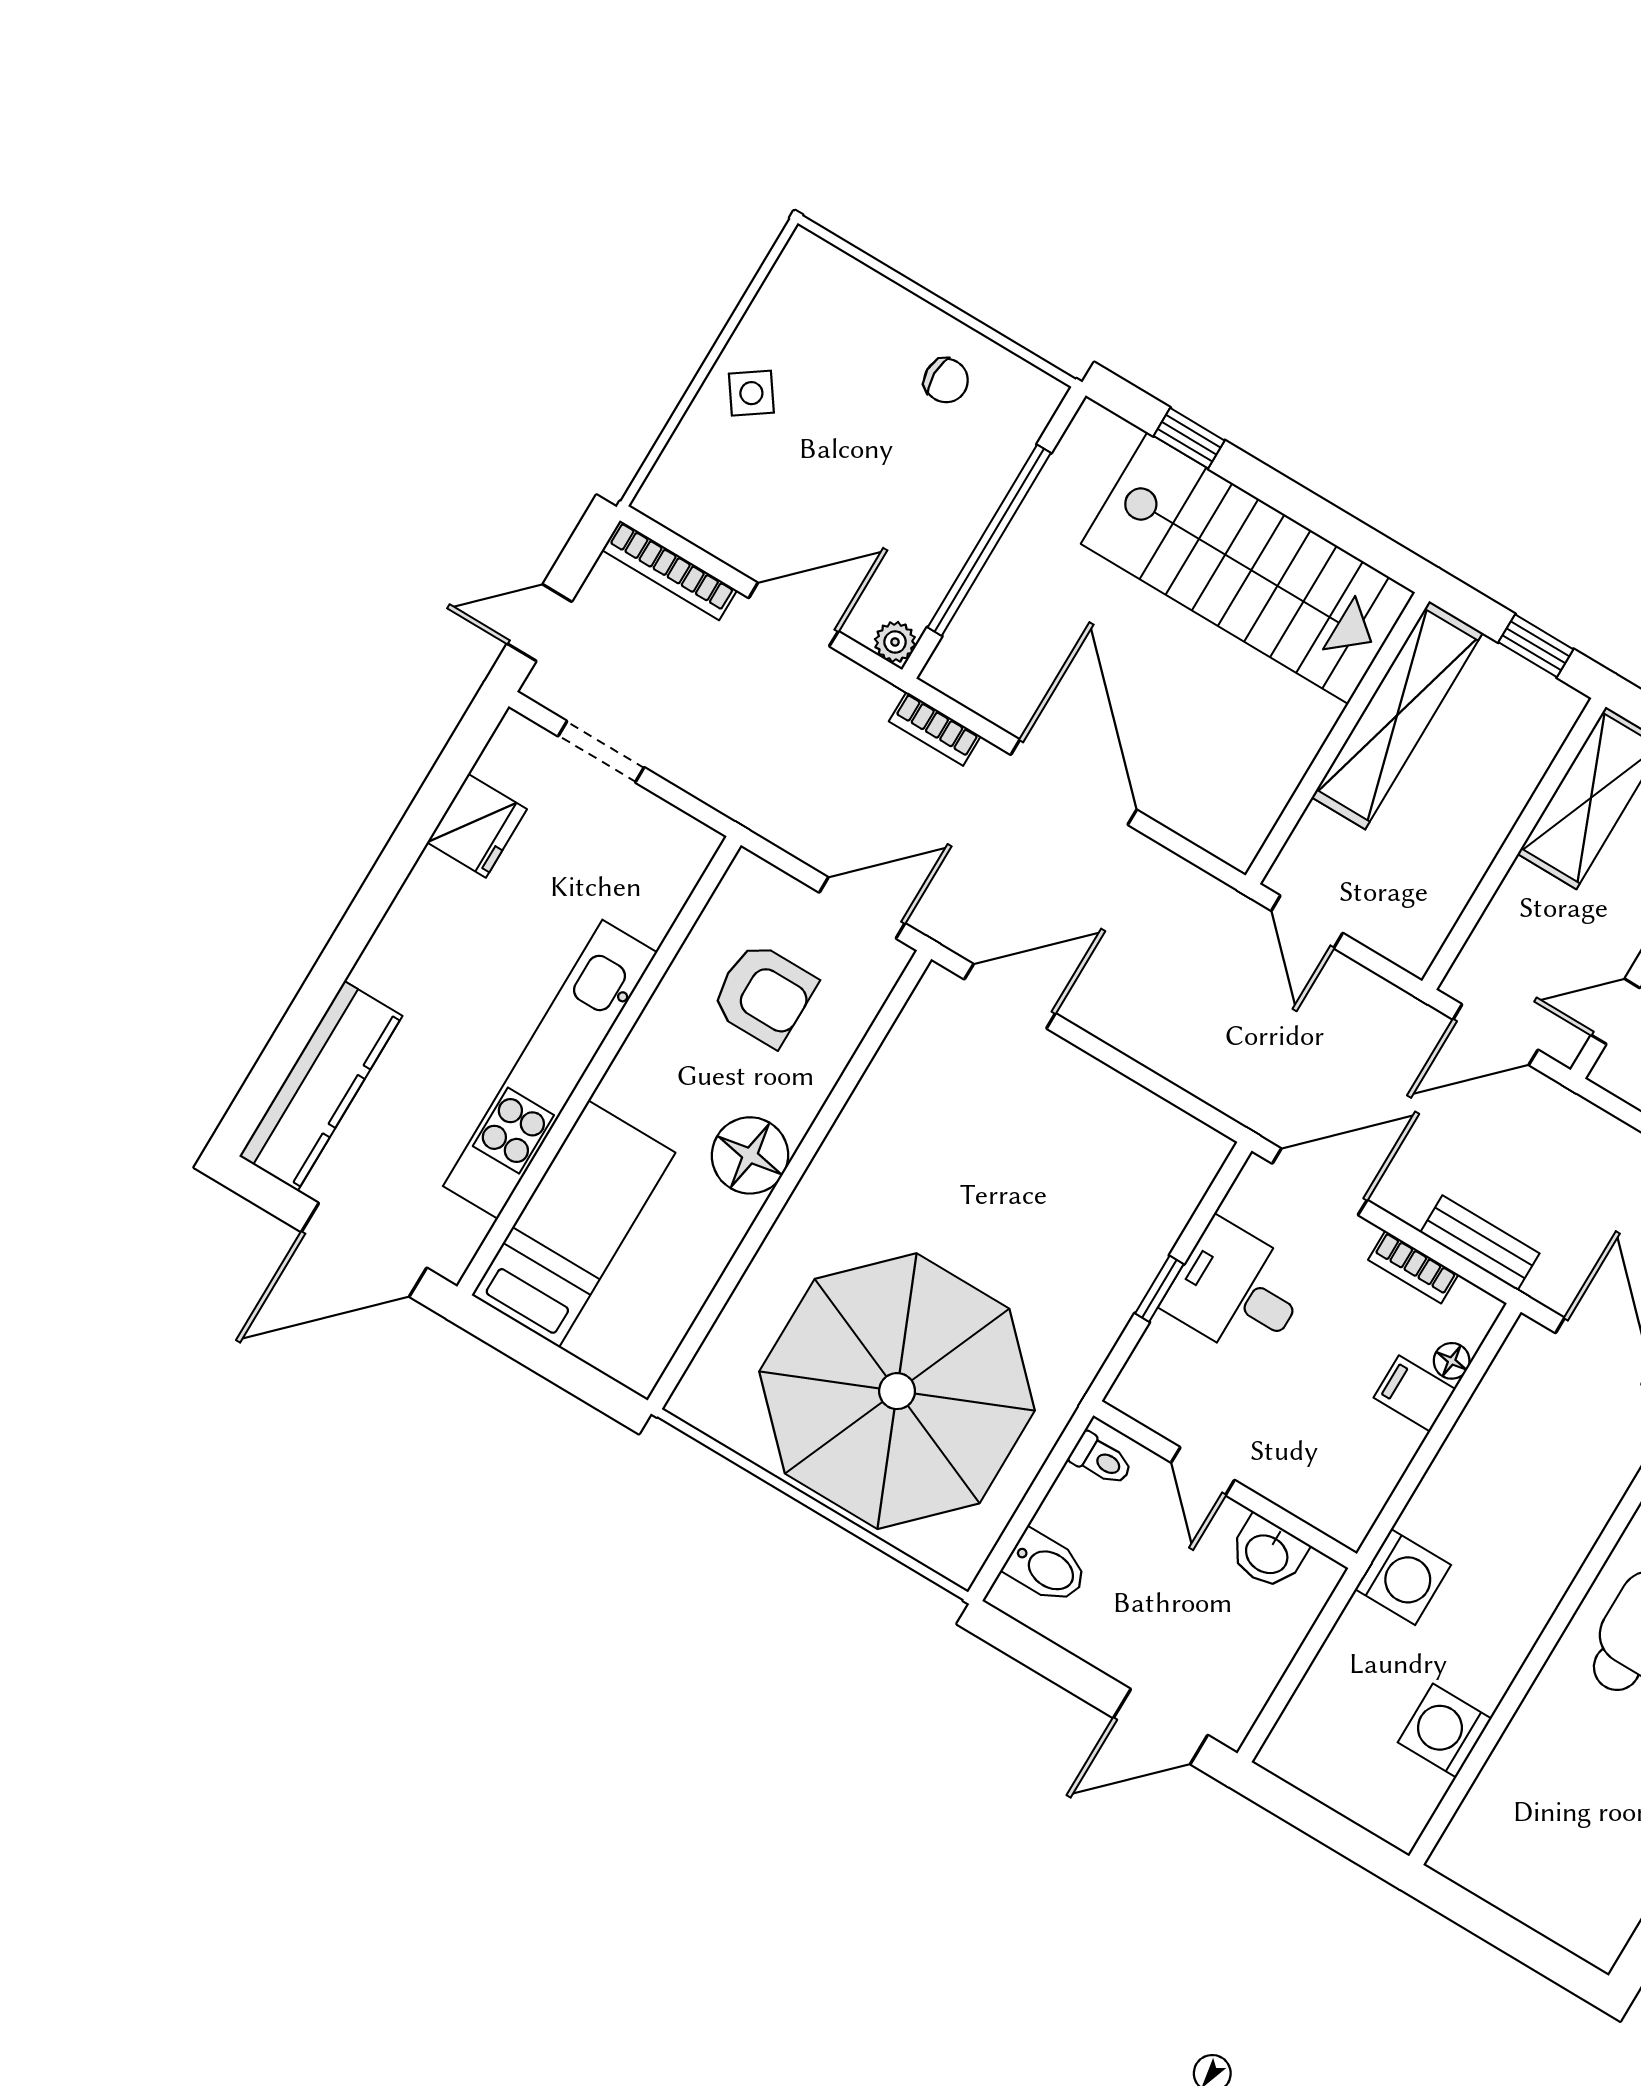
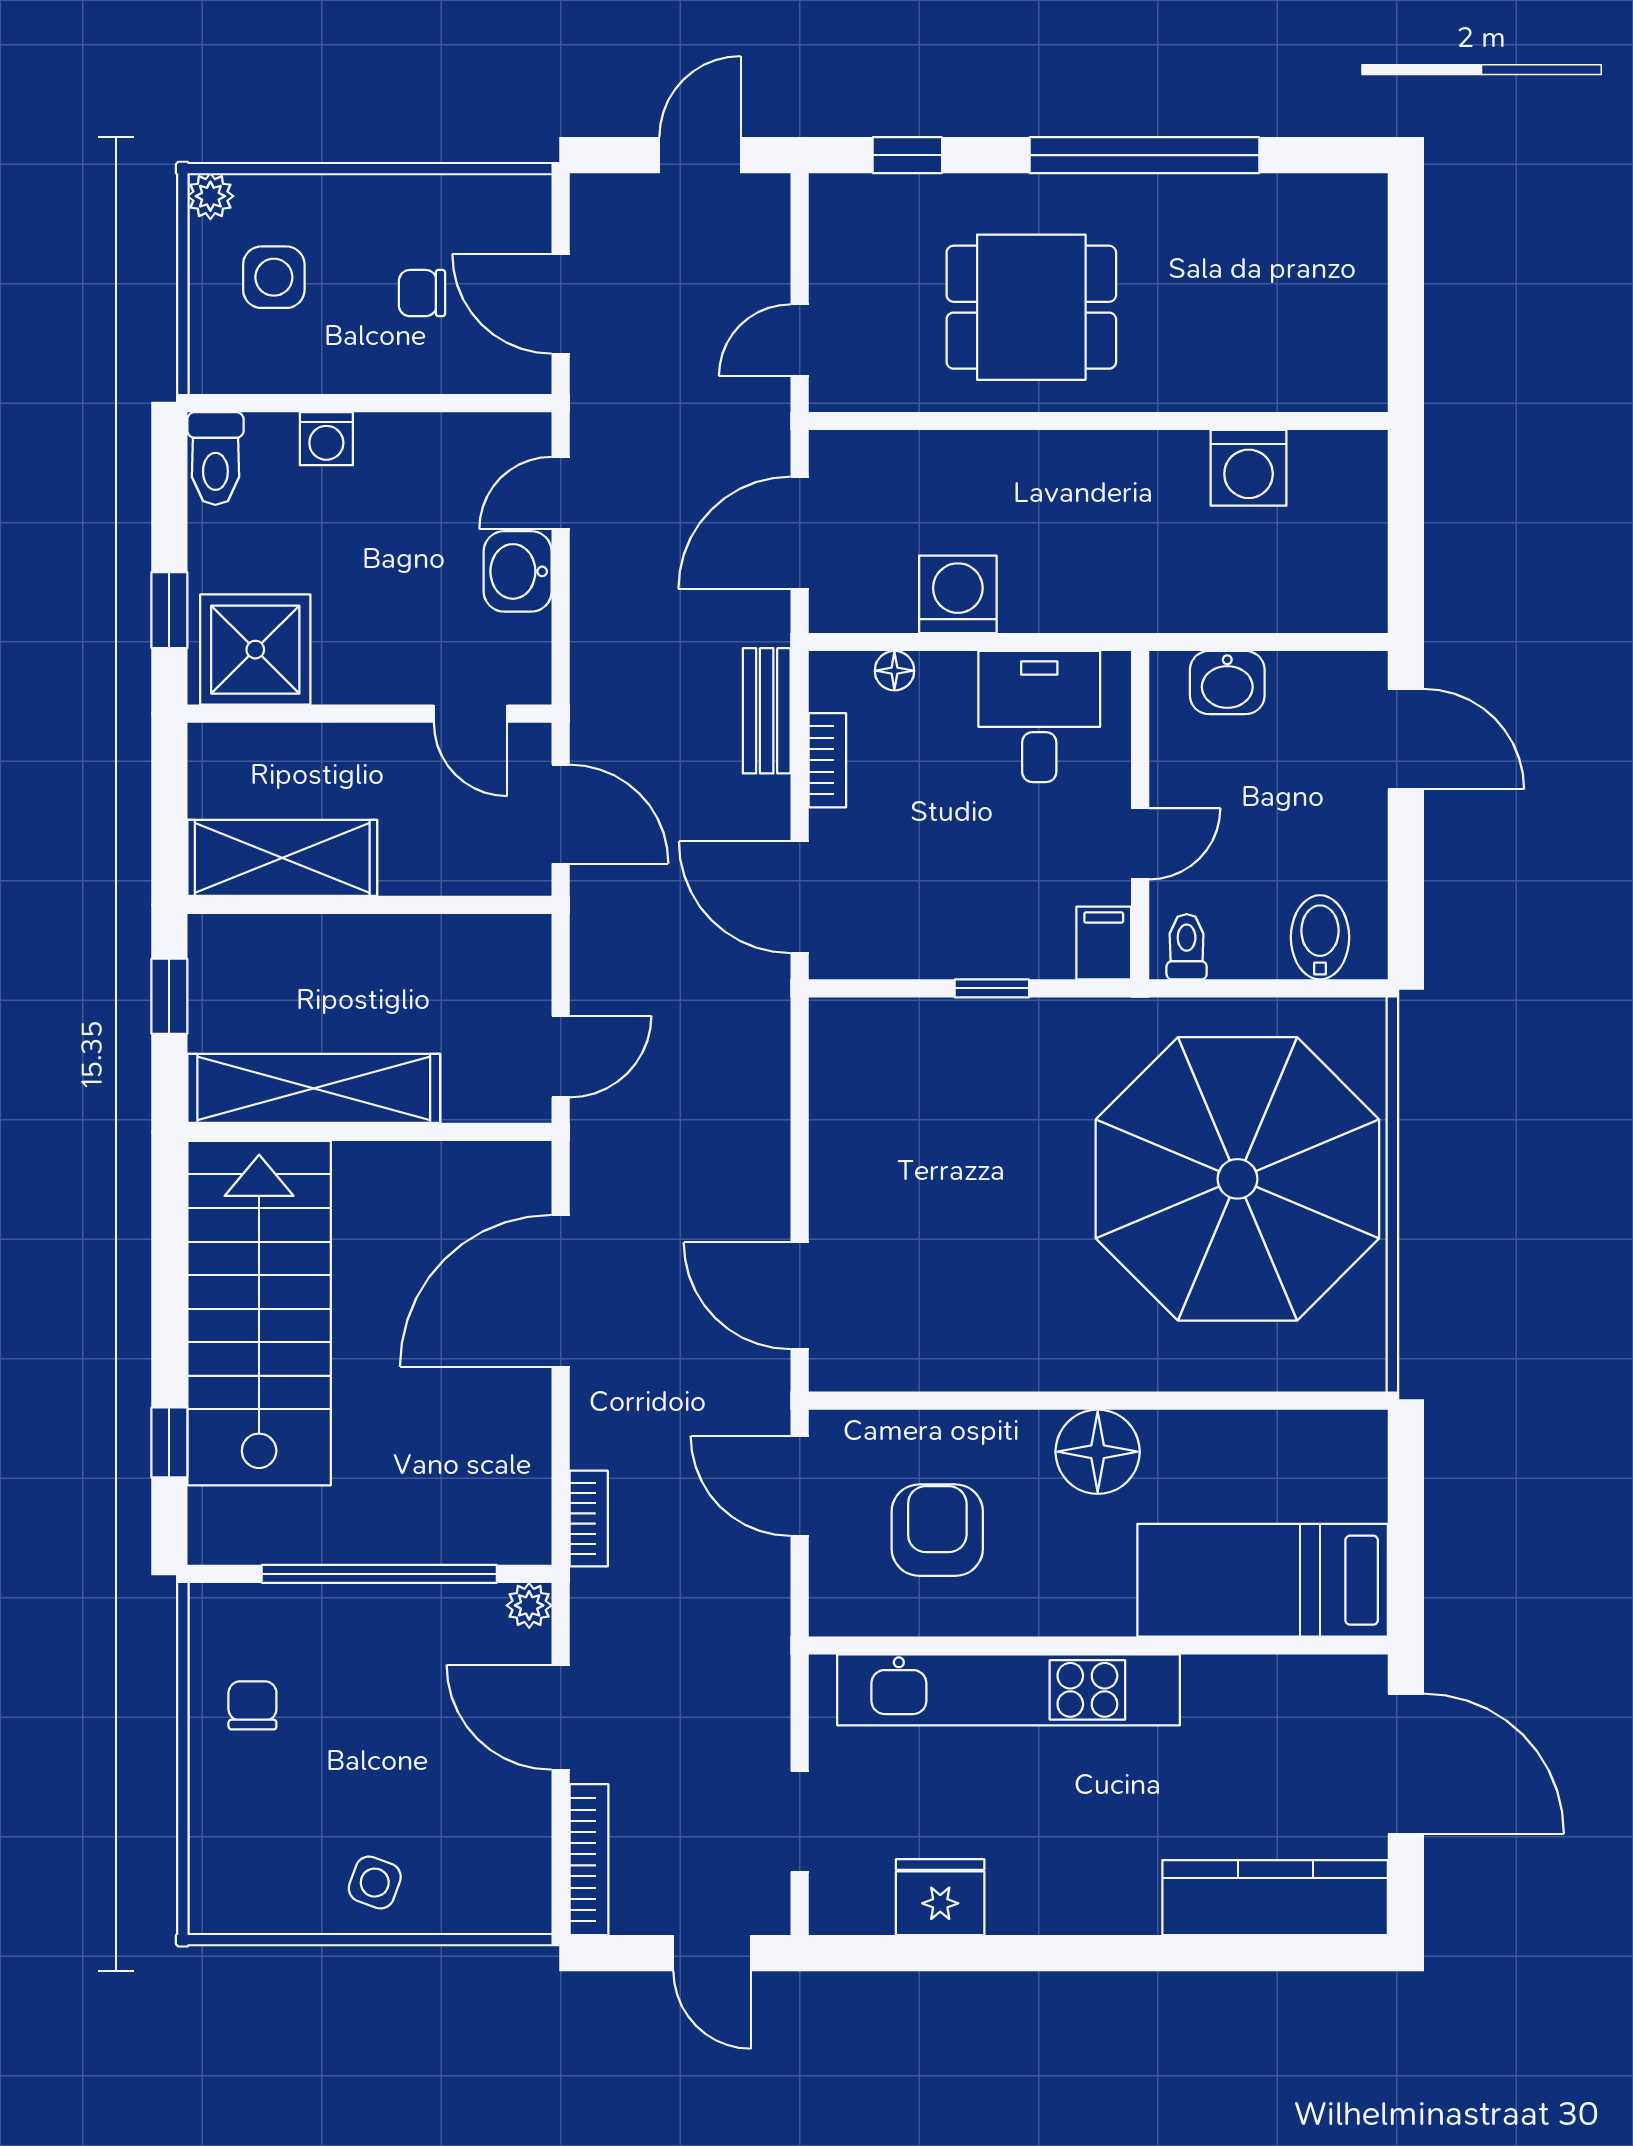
side table: (751, 393) -> (375, 1883), turned -35
door: (1074, 782) -> (561, 1291), moved
kitchen unit: (550, 1069) -> (1009, 1690), moved
desk: (1237, 1291) -> (1039, 716), moved, turned 180
filing cabinet: (1414, 1393) -> (1104, 943), moved, turned 180
washbasin: (1268, 1553) -> (1227, 683), moved, turned 90
washing machine: (1403, 1577) -> (958, 594), moved

